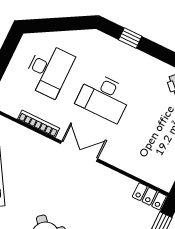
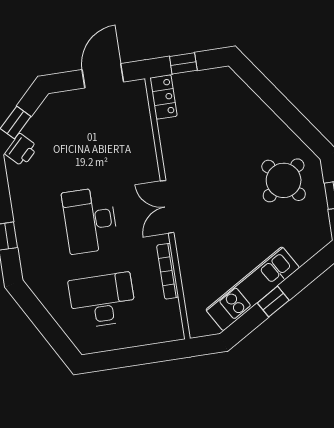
desk: (104, 97) -> (90, 220), turned 180

